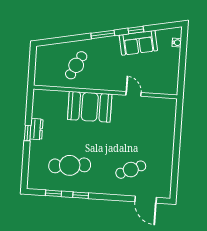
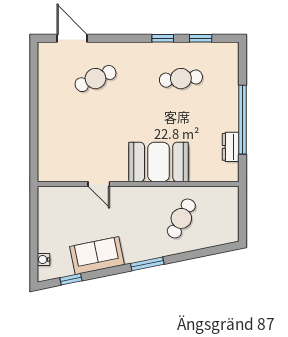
window: (136, 30) -> (71, 279), moved
dresser: (36, 129) -> (231, 147), moved
window: (28, 133) -> (243, 120), width x3.17
cafe table: (70, 165) -> (181, 79), width x0.73, depth x0.74

